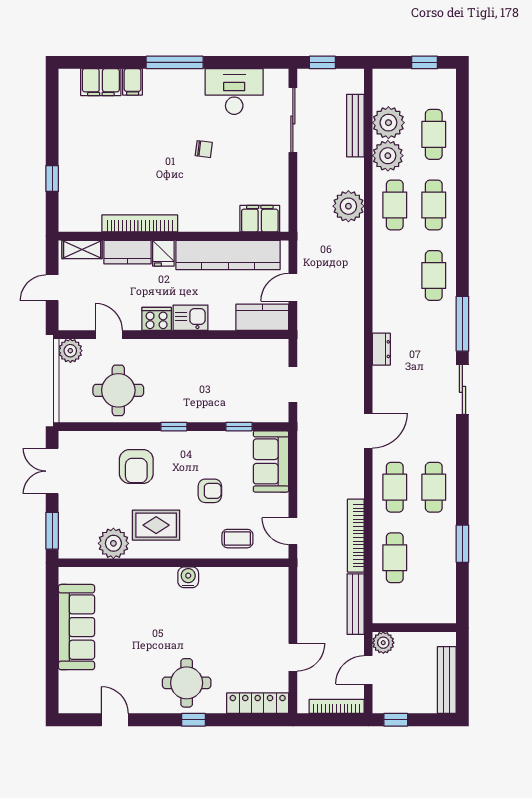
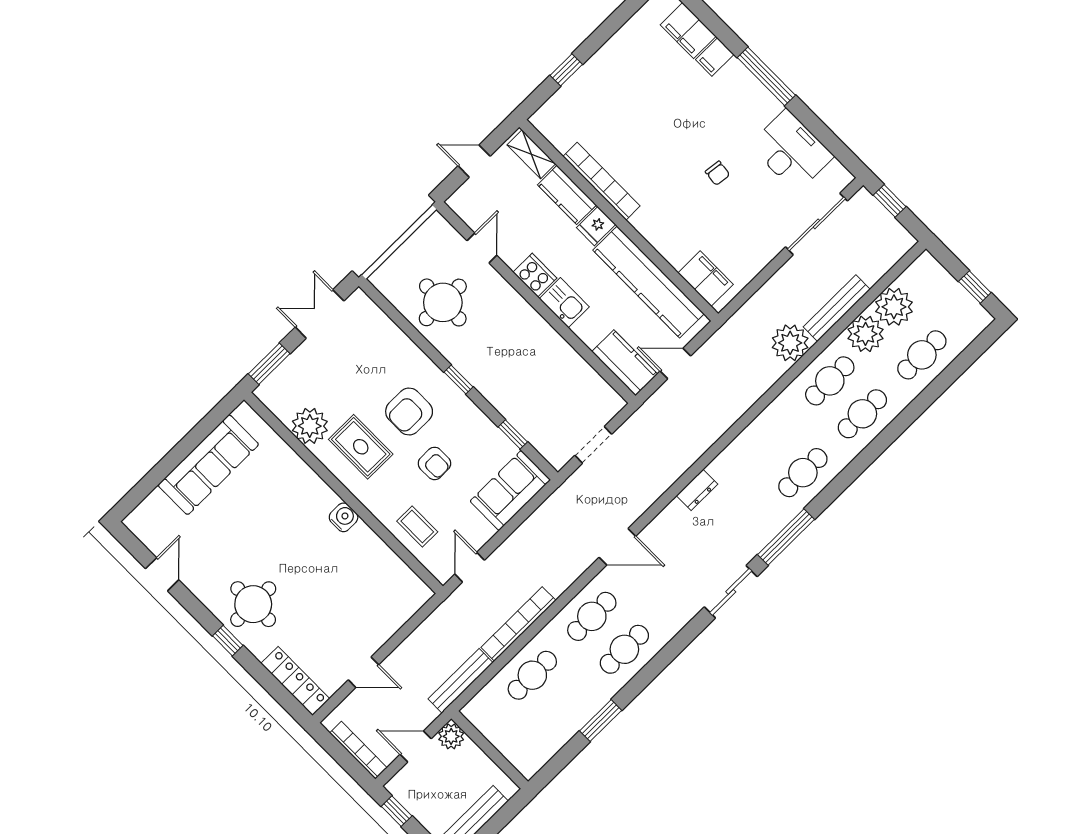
bench: (355, 126) -> (837, 308), moved
plant: (70, 351) -> (436, 229), removed
armchair: (136, 466) -> (409, 412), moved

